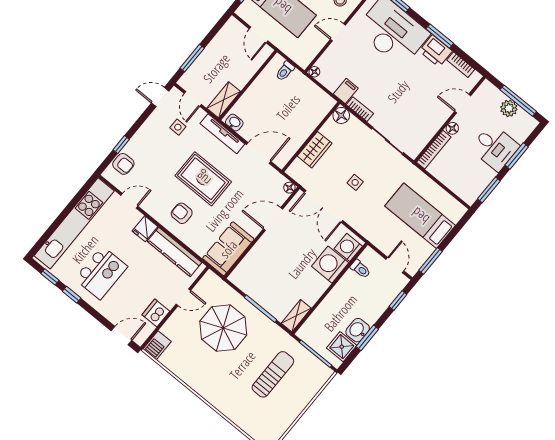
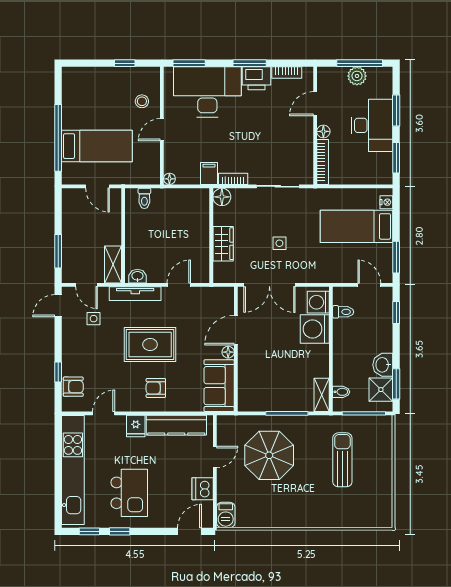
desk: (495, 147) -> (372, 125), width x1.37
door: (259, 153) -> (179, 285), width x0.73
floor lamp: (289, 188) -> (228, 352), moved
nightstand: (456, 216) -> (386, 202), added
bidet: (312, 325) -> (341, 392), added
window: (367, 338) -> (396, 384), moved

